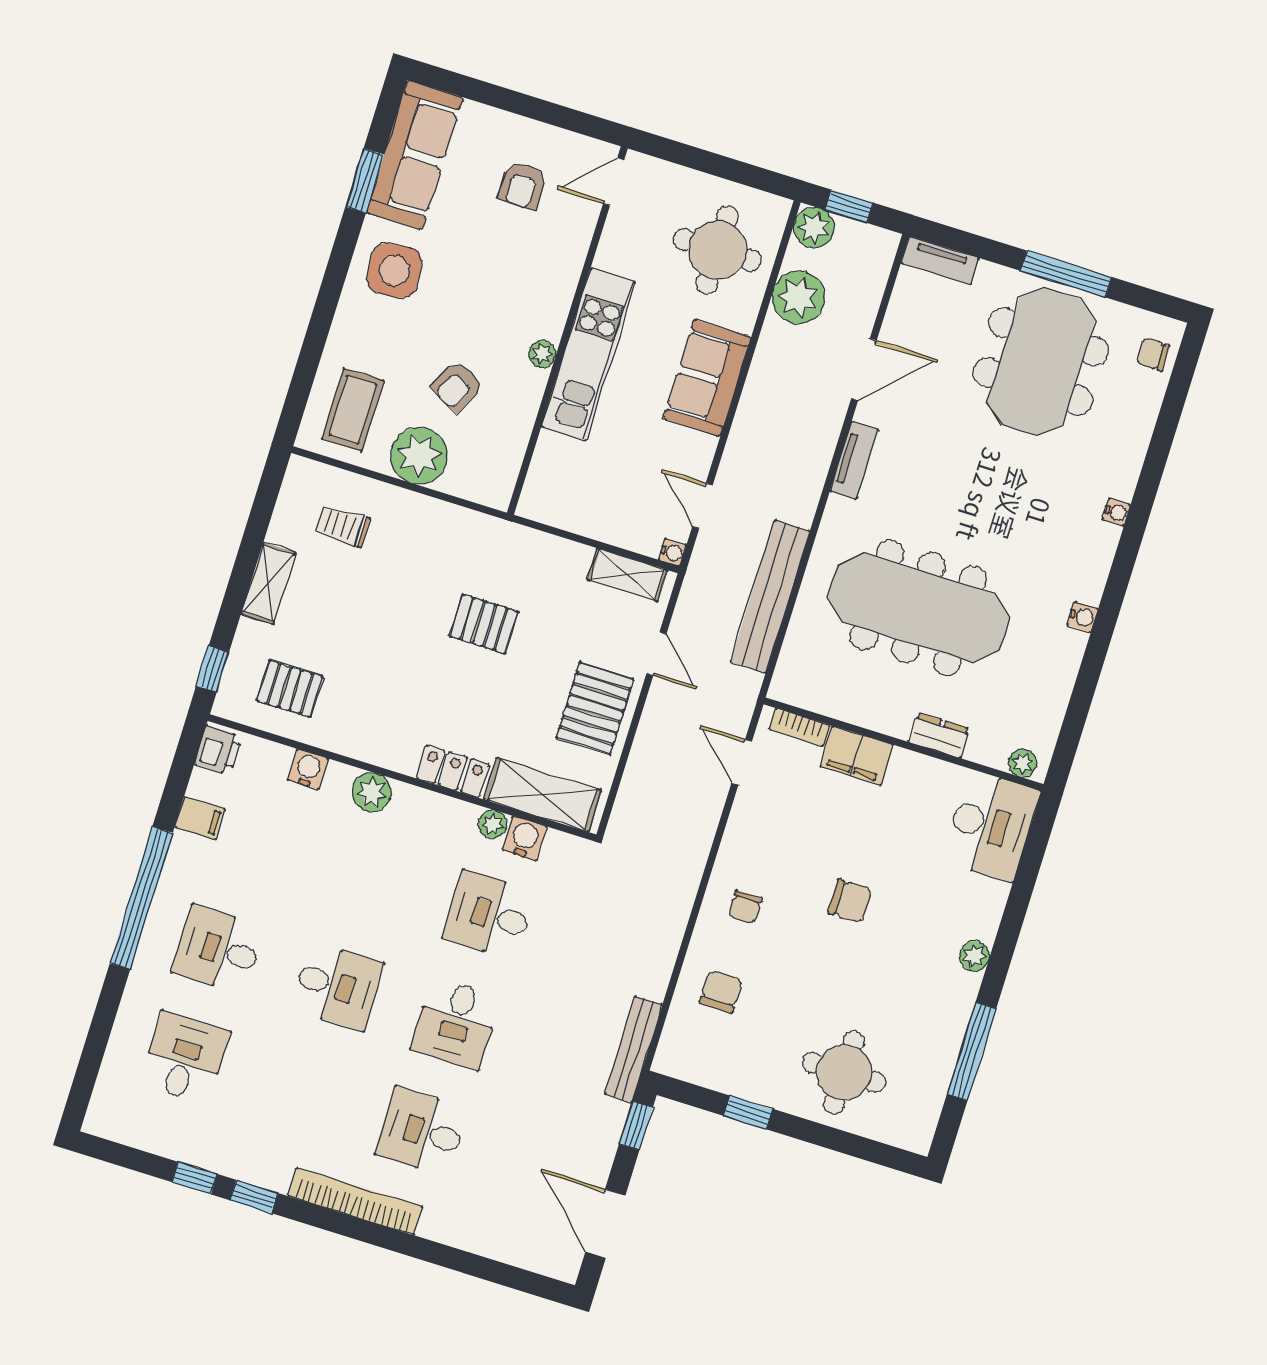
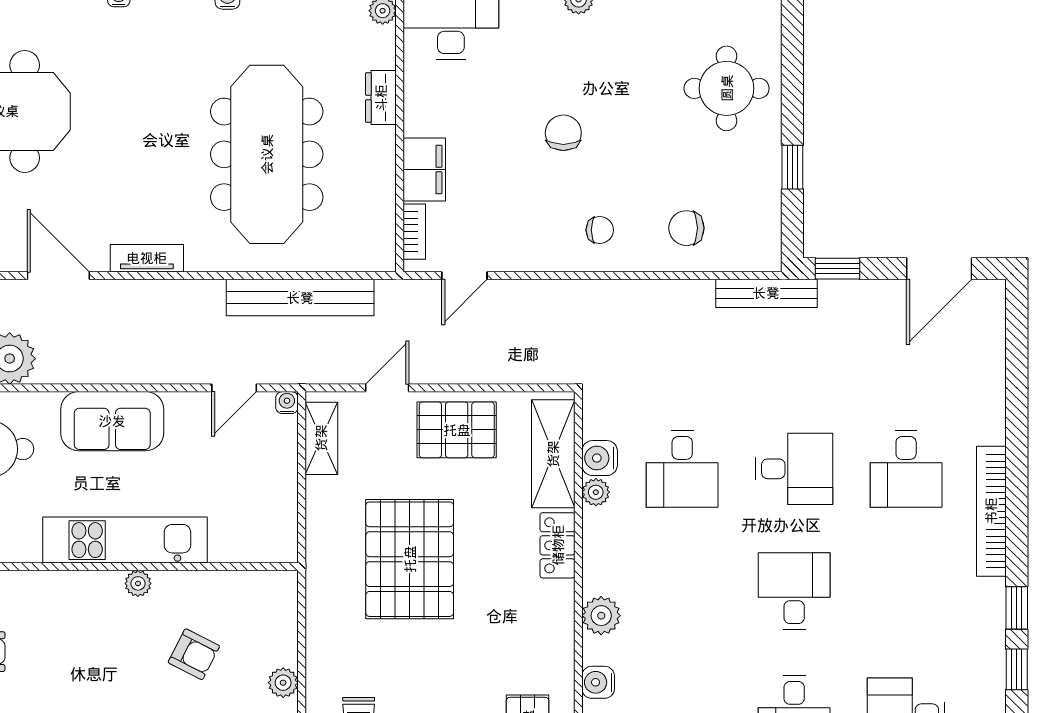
plant: (419, 456) -> (283, 683), width x0.53, depth x0.53
pallet: (484, 624) -> (410, 559), width x2.05, depth x2.00

